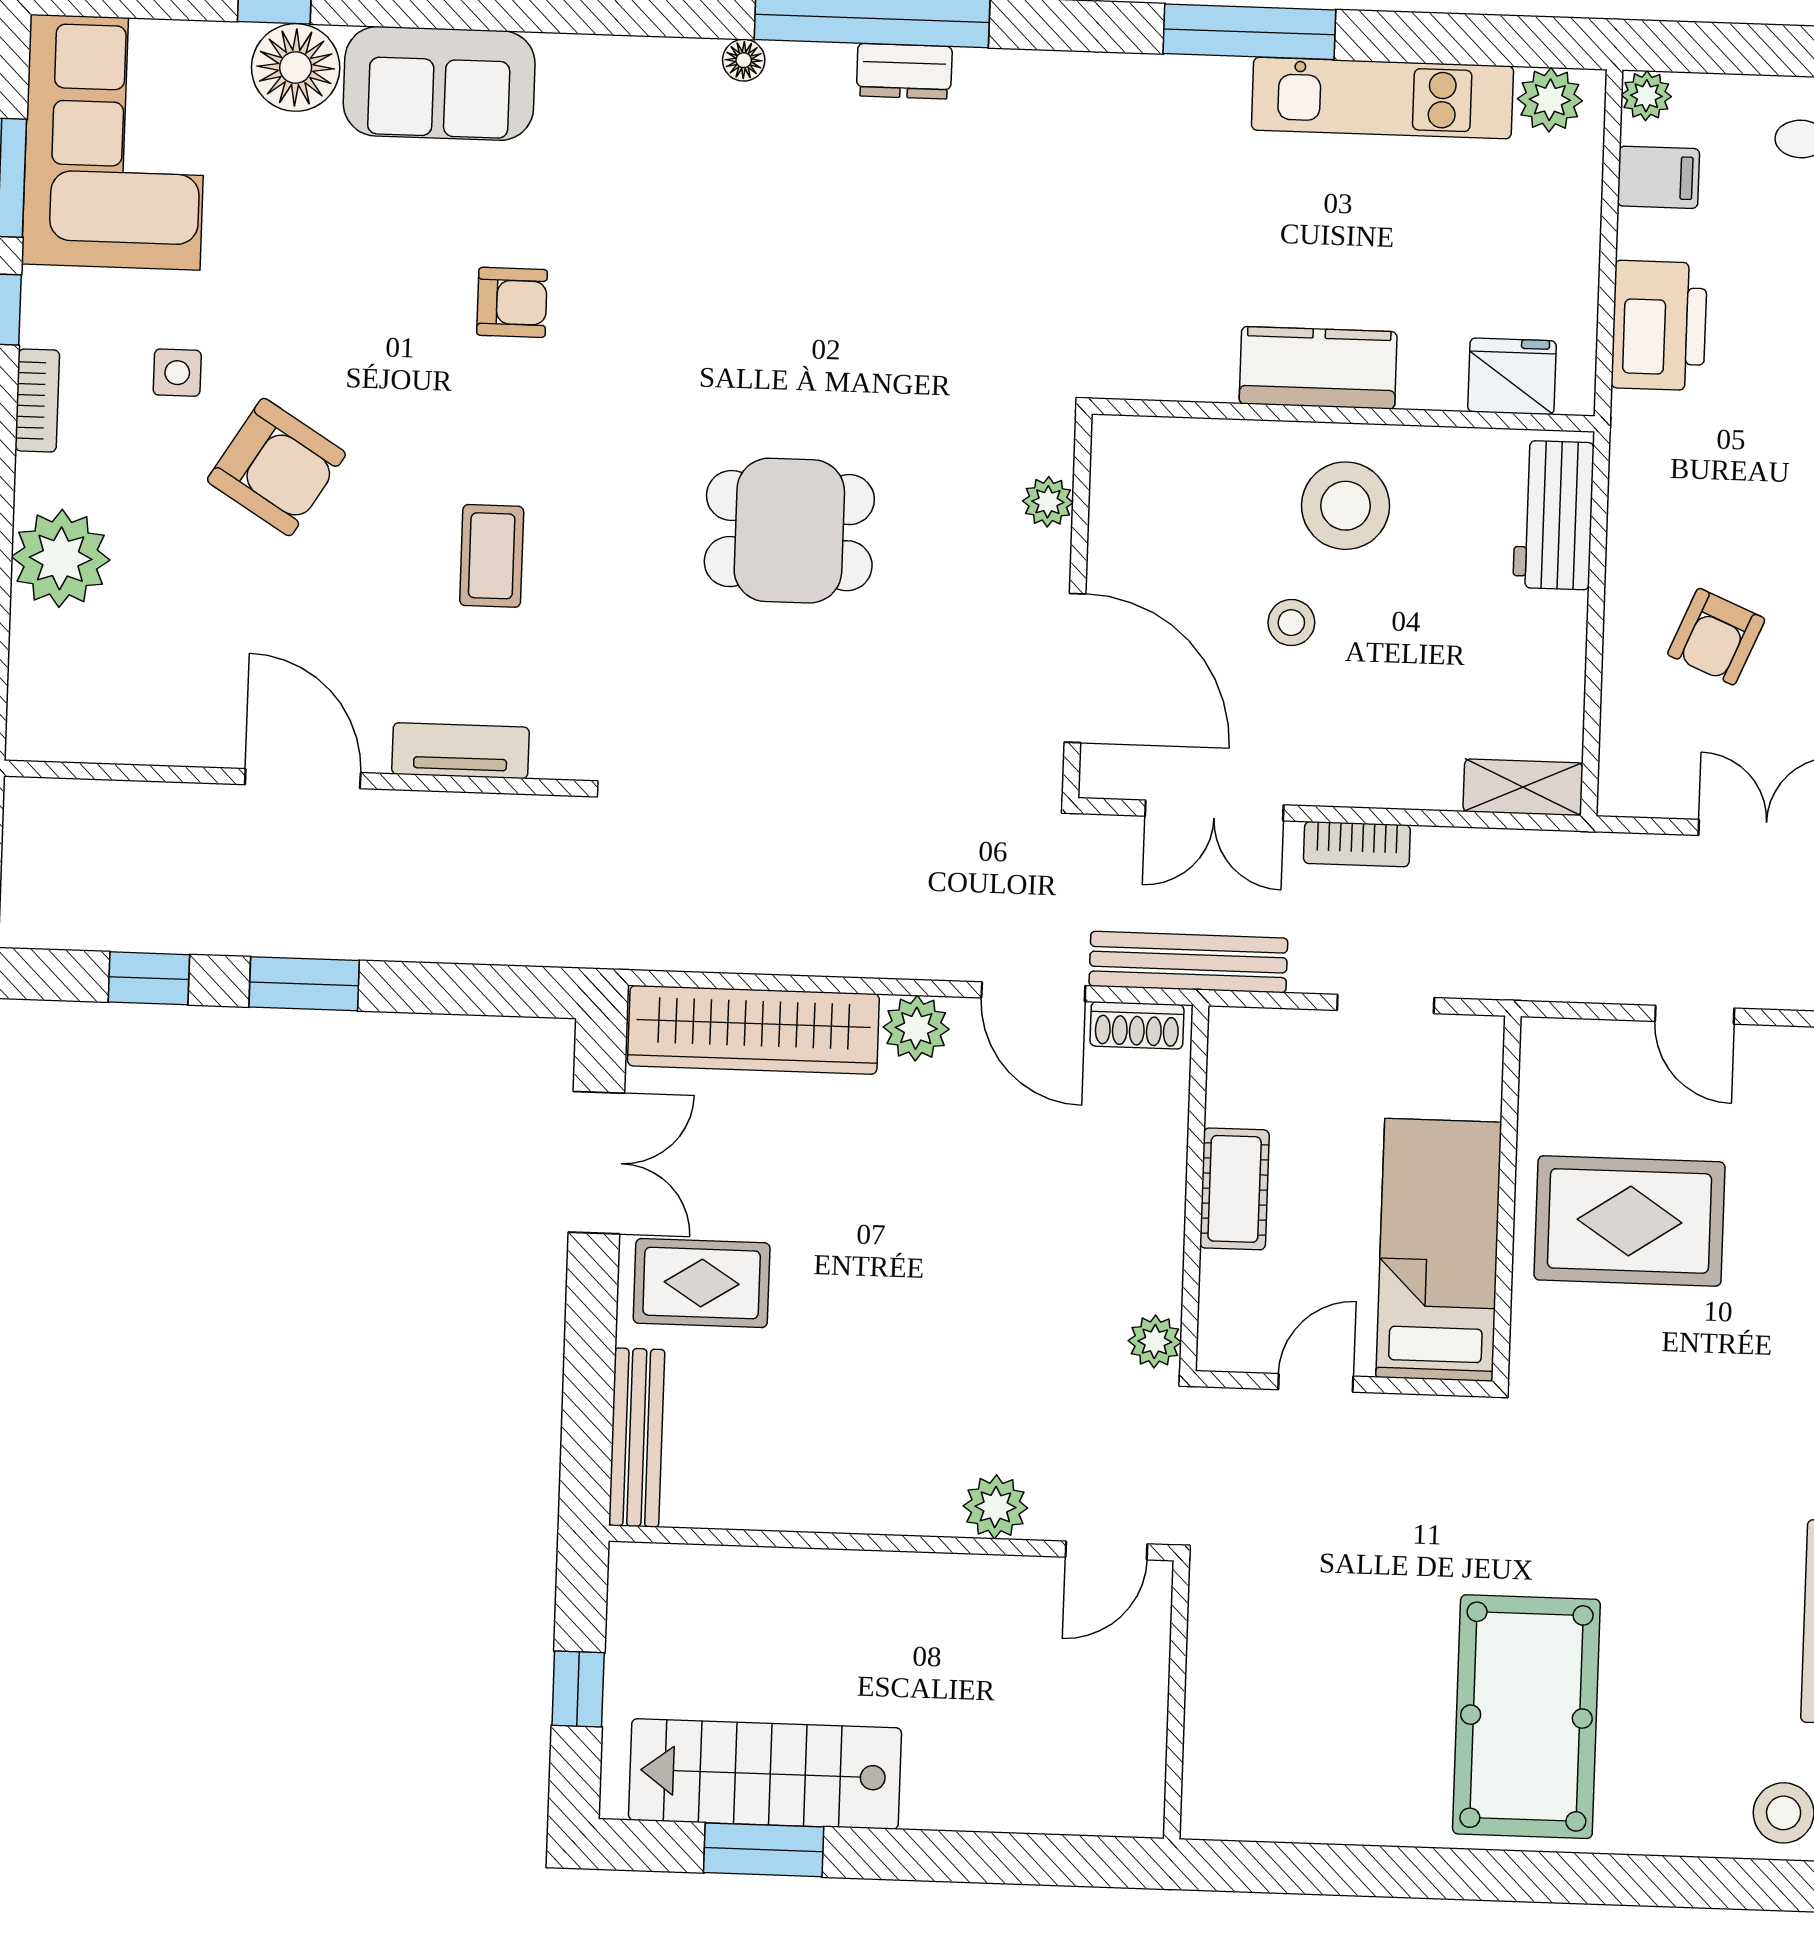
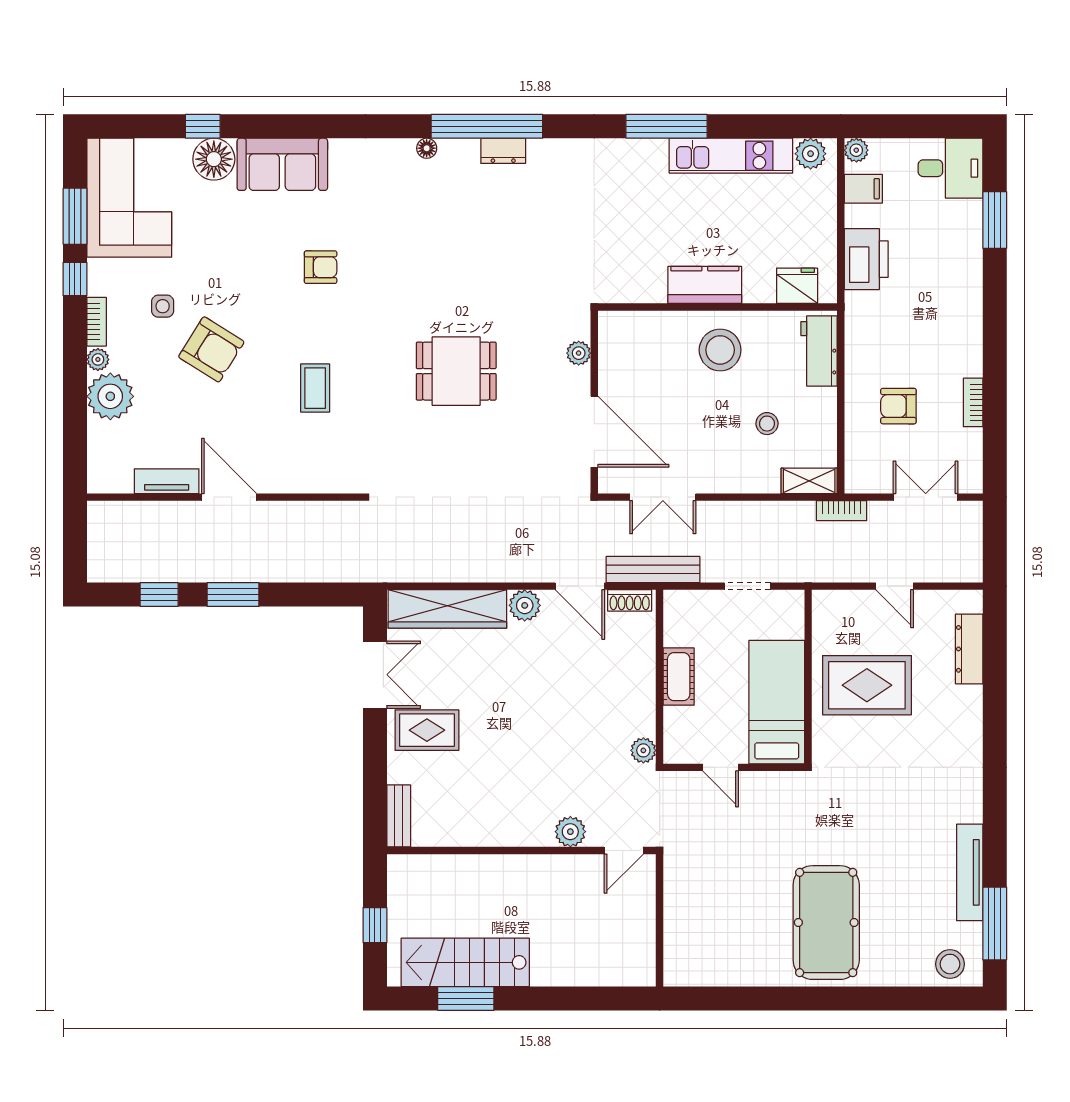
plant: (37, 480) -> (98, 359), added
stool: (1291, 623) -> (767, 424), moved
armchair: (1716, 637) -> (898, 406), turned 67
tv unit: (460, 751) -> (167, 481), moved
bookcase: (1357, 844) -> (842, 511), moved
door: (1316, 1383) -> (721, 767), swing flipped
bench: (637, 1438) -> (399, 816), width x0.73

